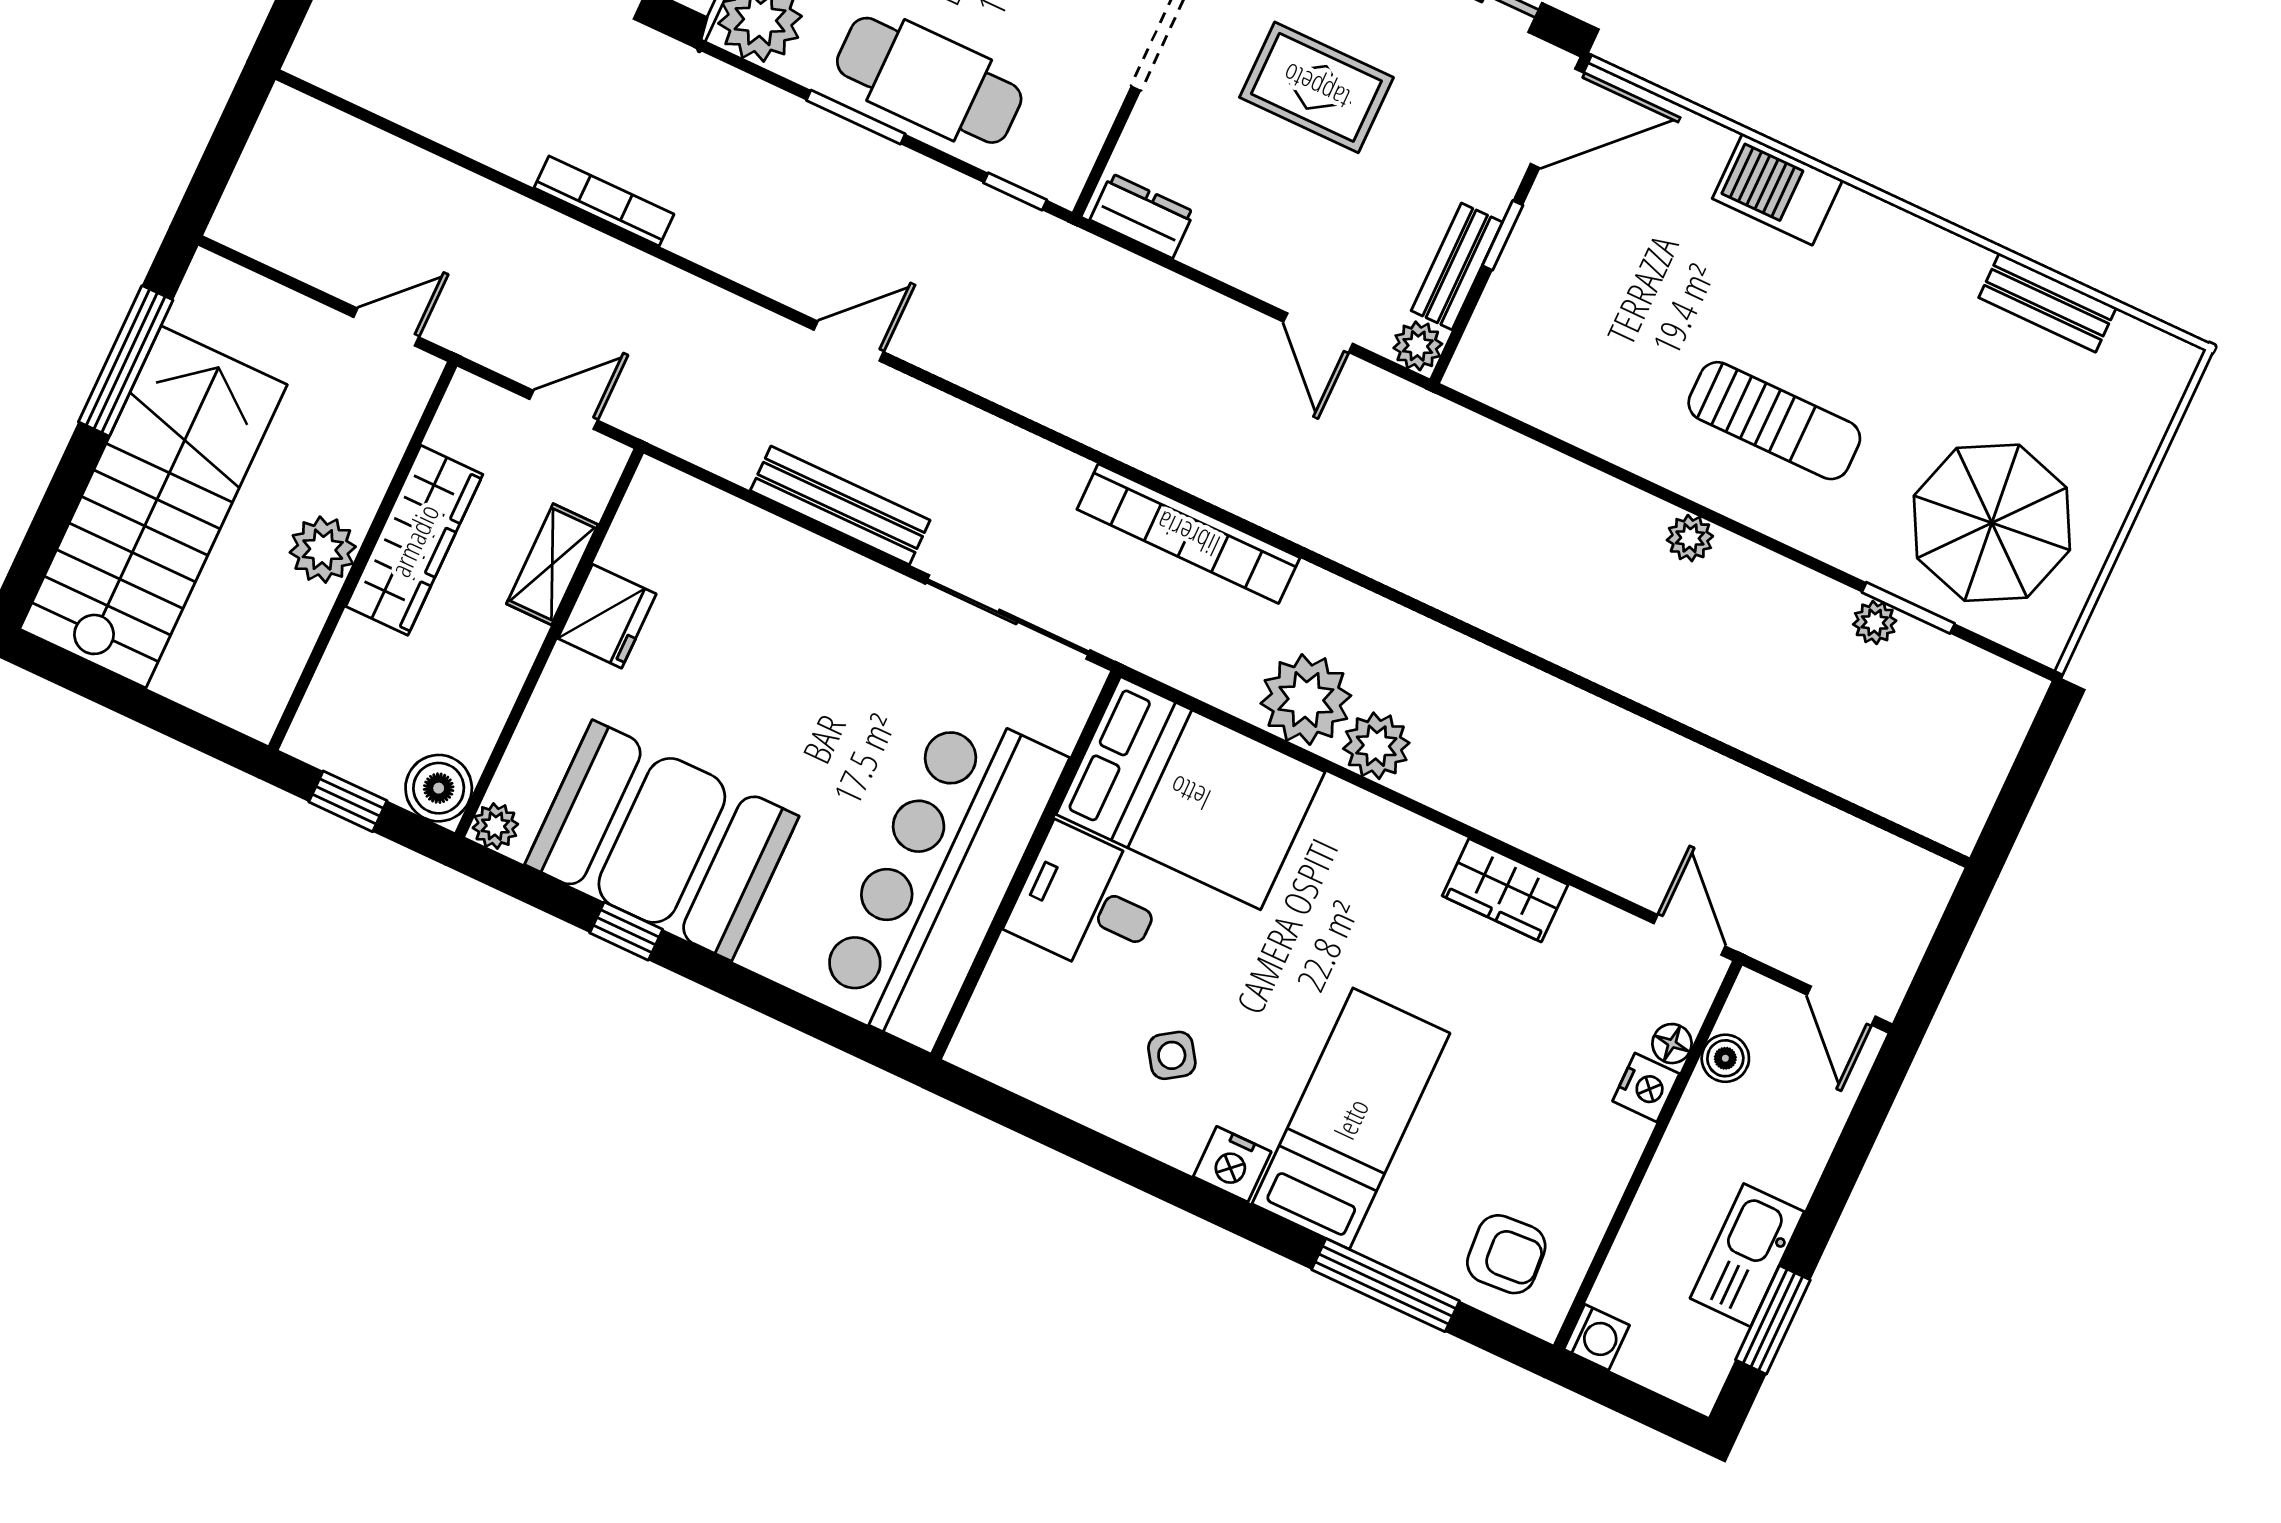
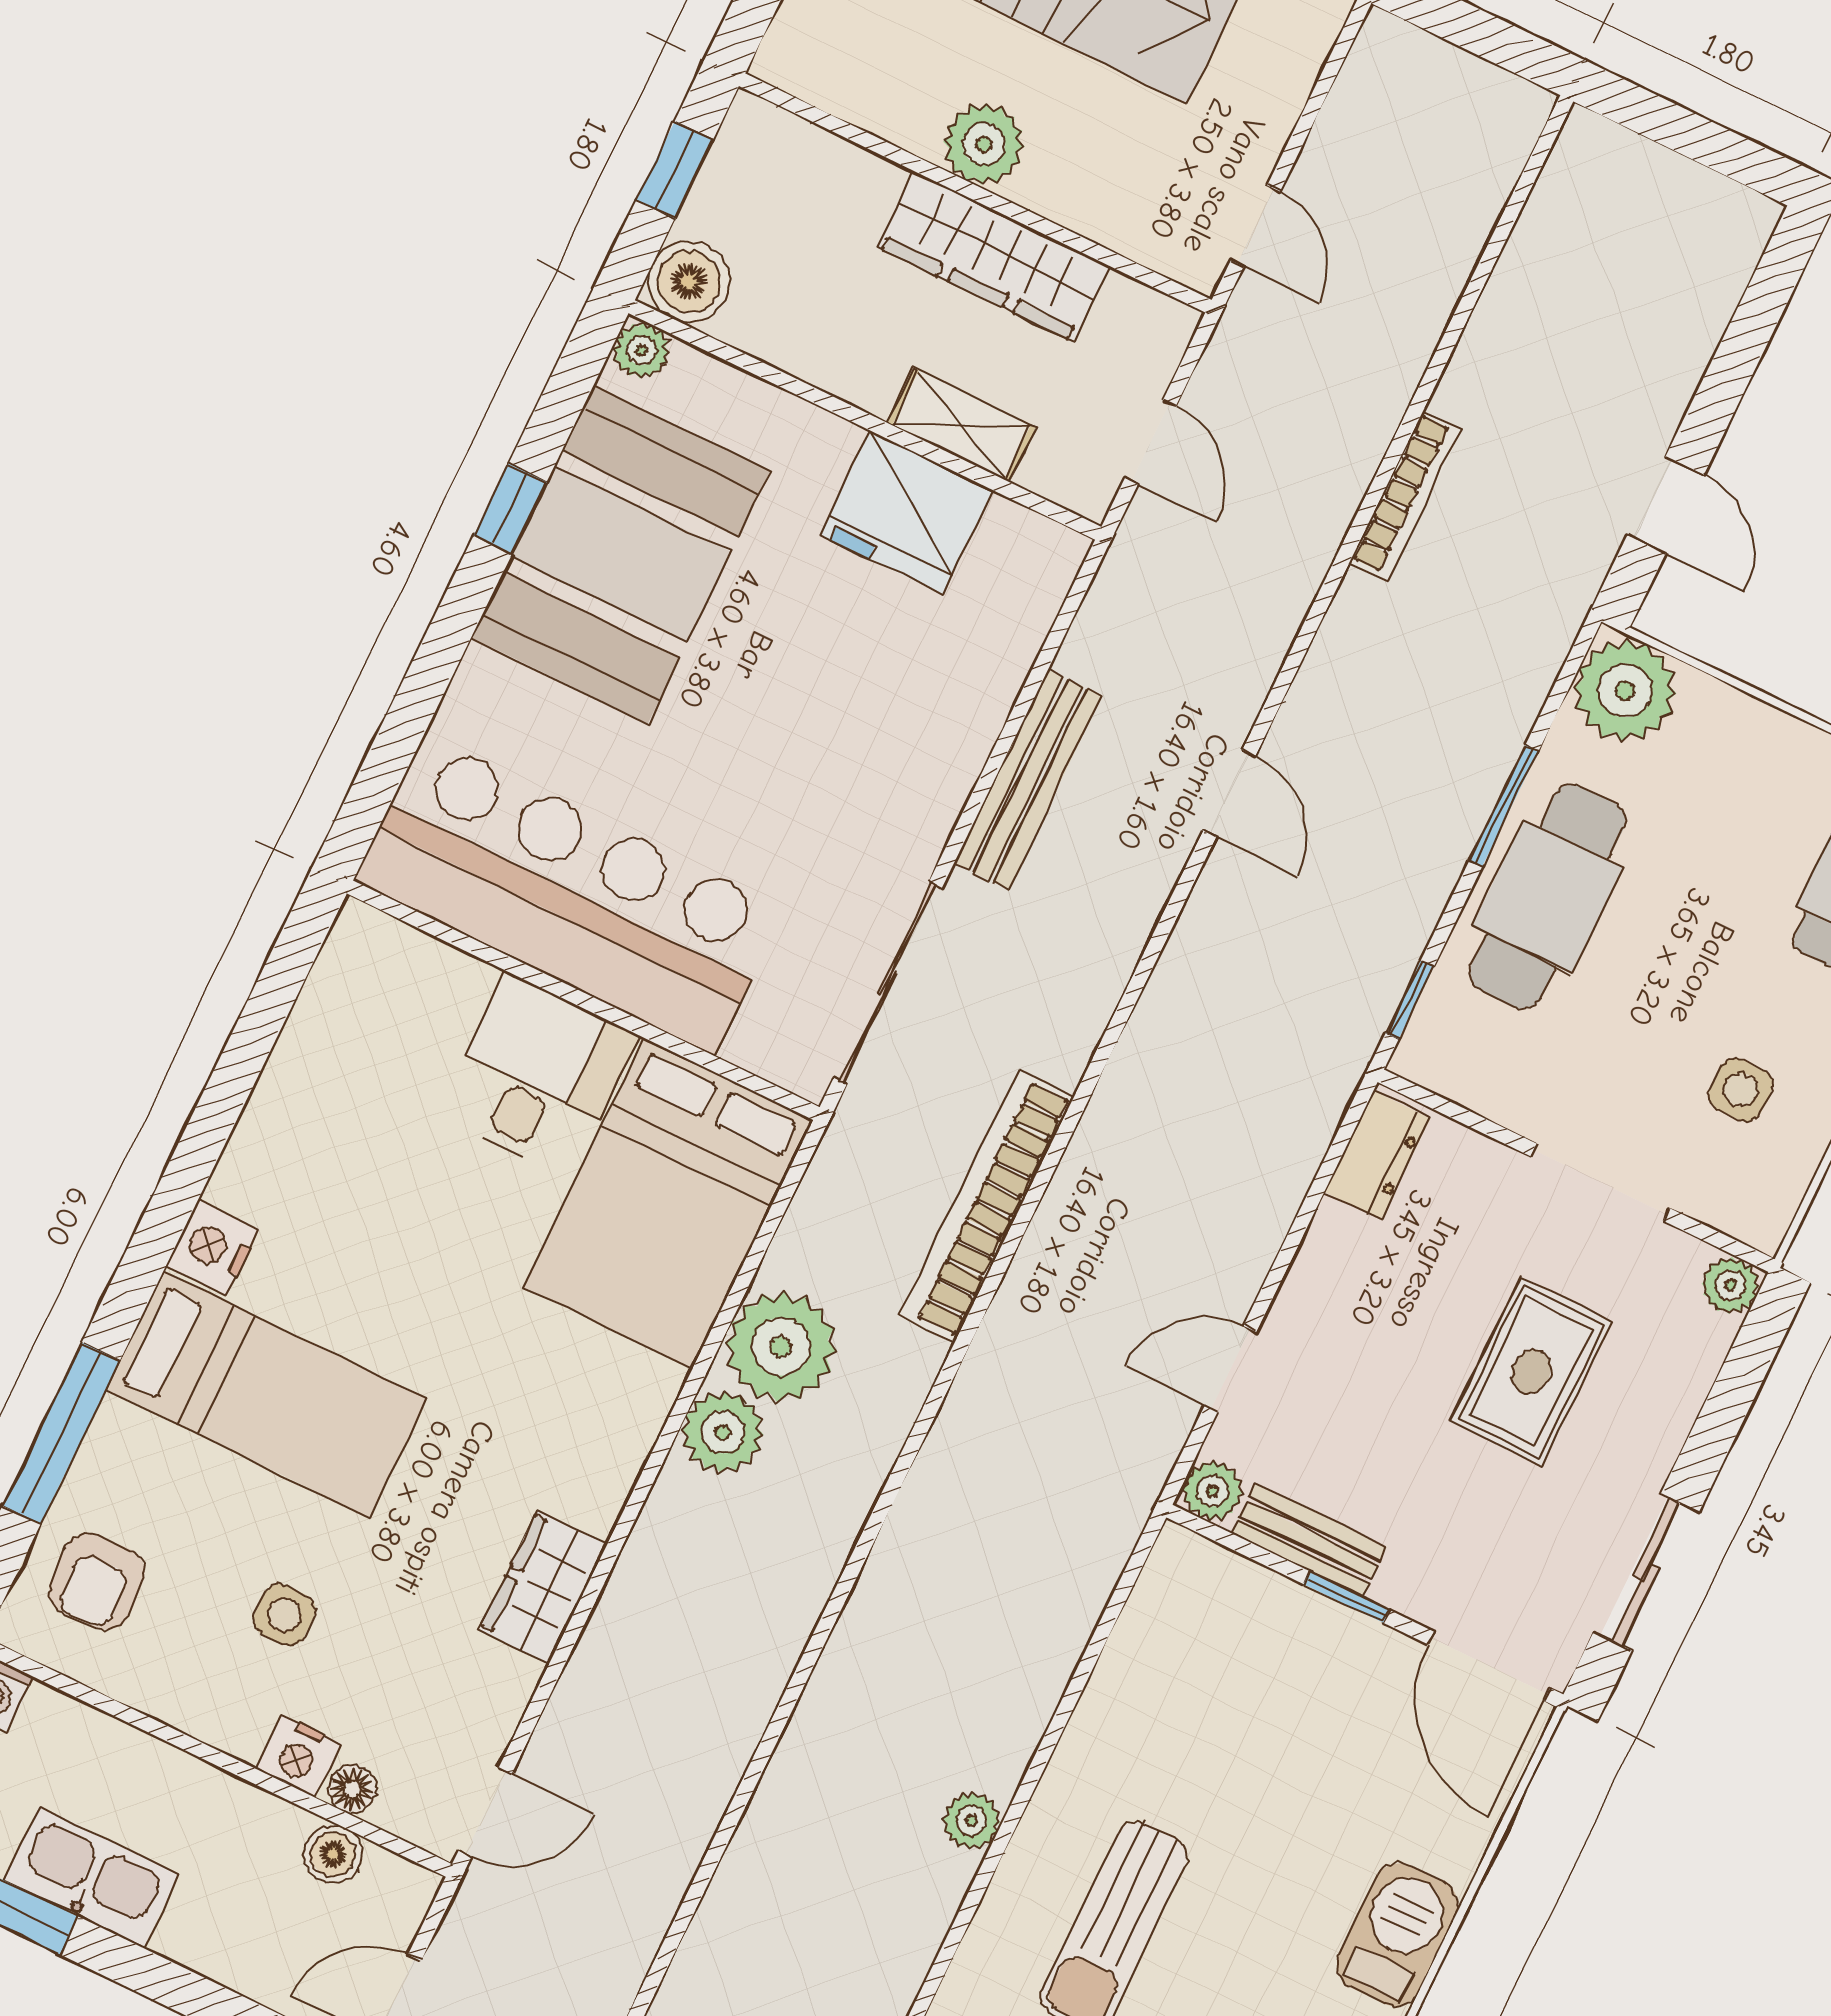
fridge: (607, 616) -> (907, 512), width x1.36, depth x1.34
side table: (1172, 1055) -> (284, 1615), moved, turned 34

